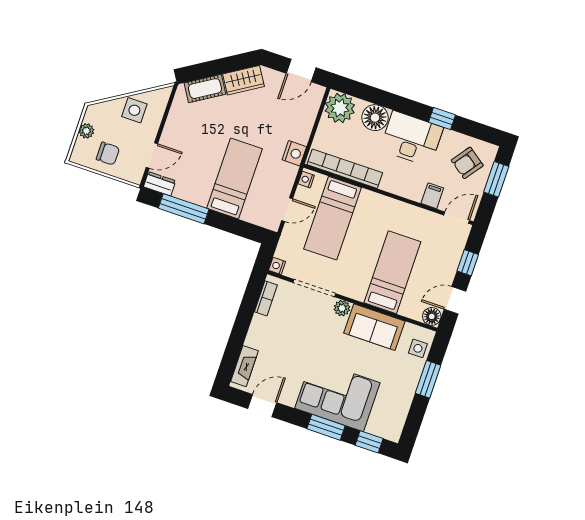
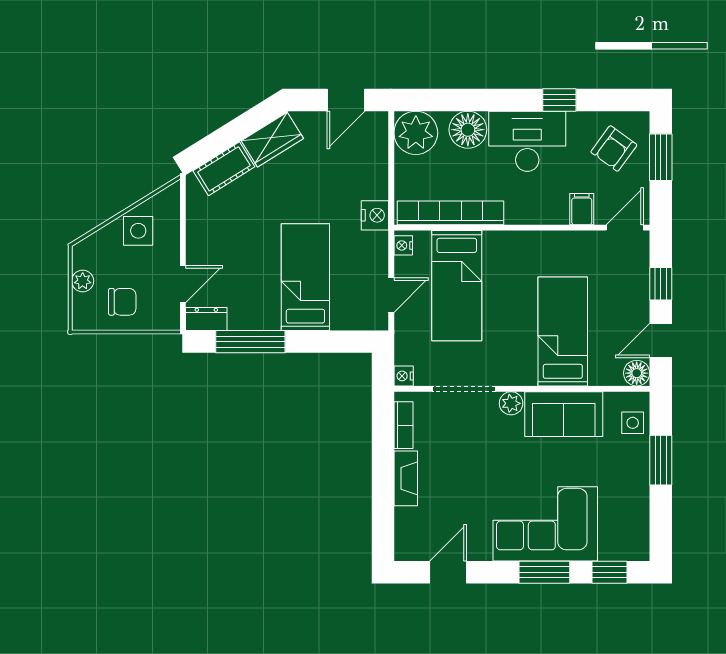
fireplace: (245, 366) -> (406, 478), moved

